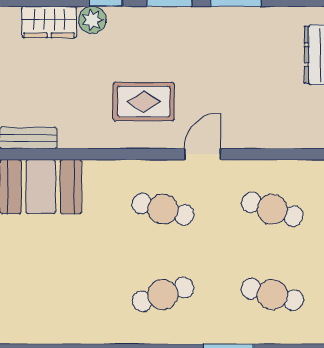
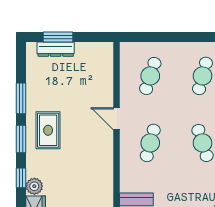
rug: (144, 102) -> (48, 130), moved

